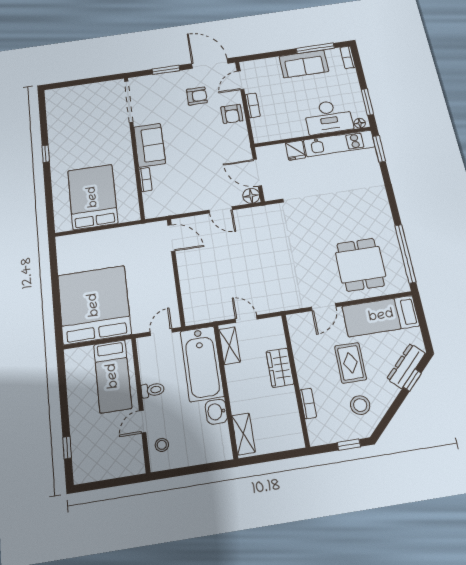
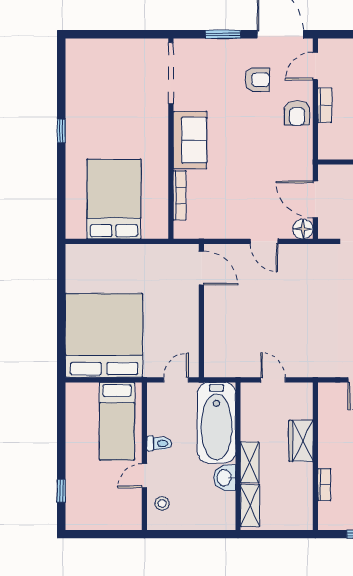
bookcase: (145, 179) -> (180, 195), width x1.56
shelving: (229, 346) -> (250, 462), moved

